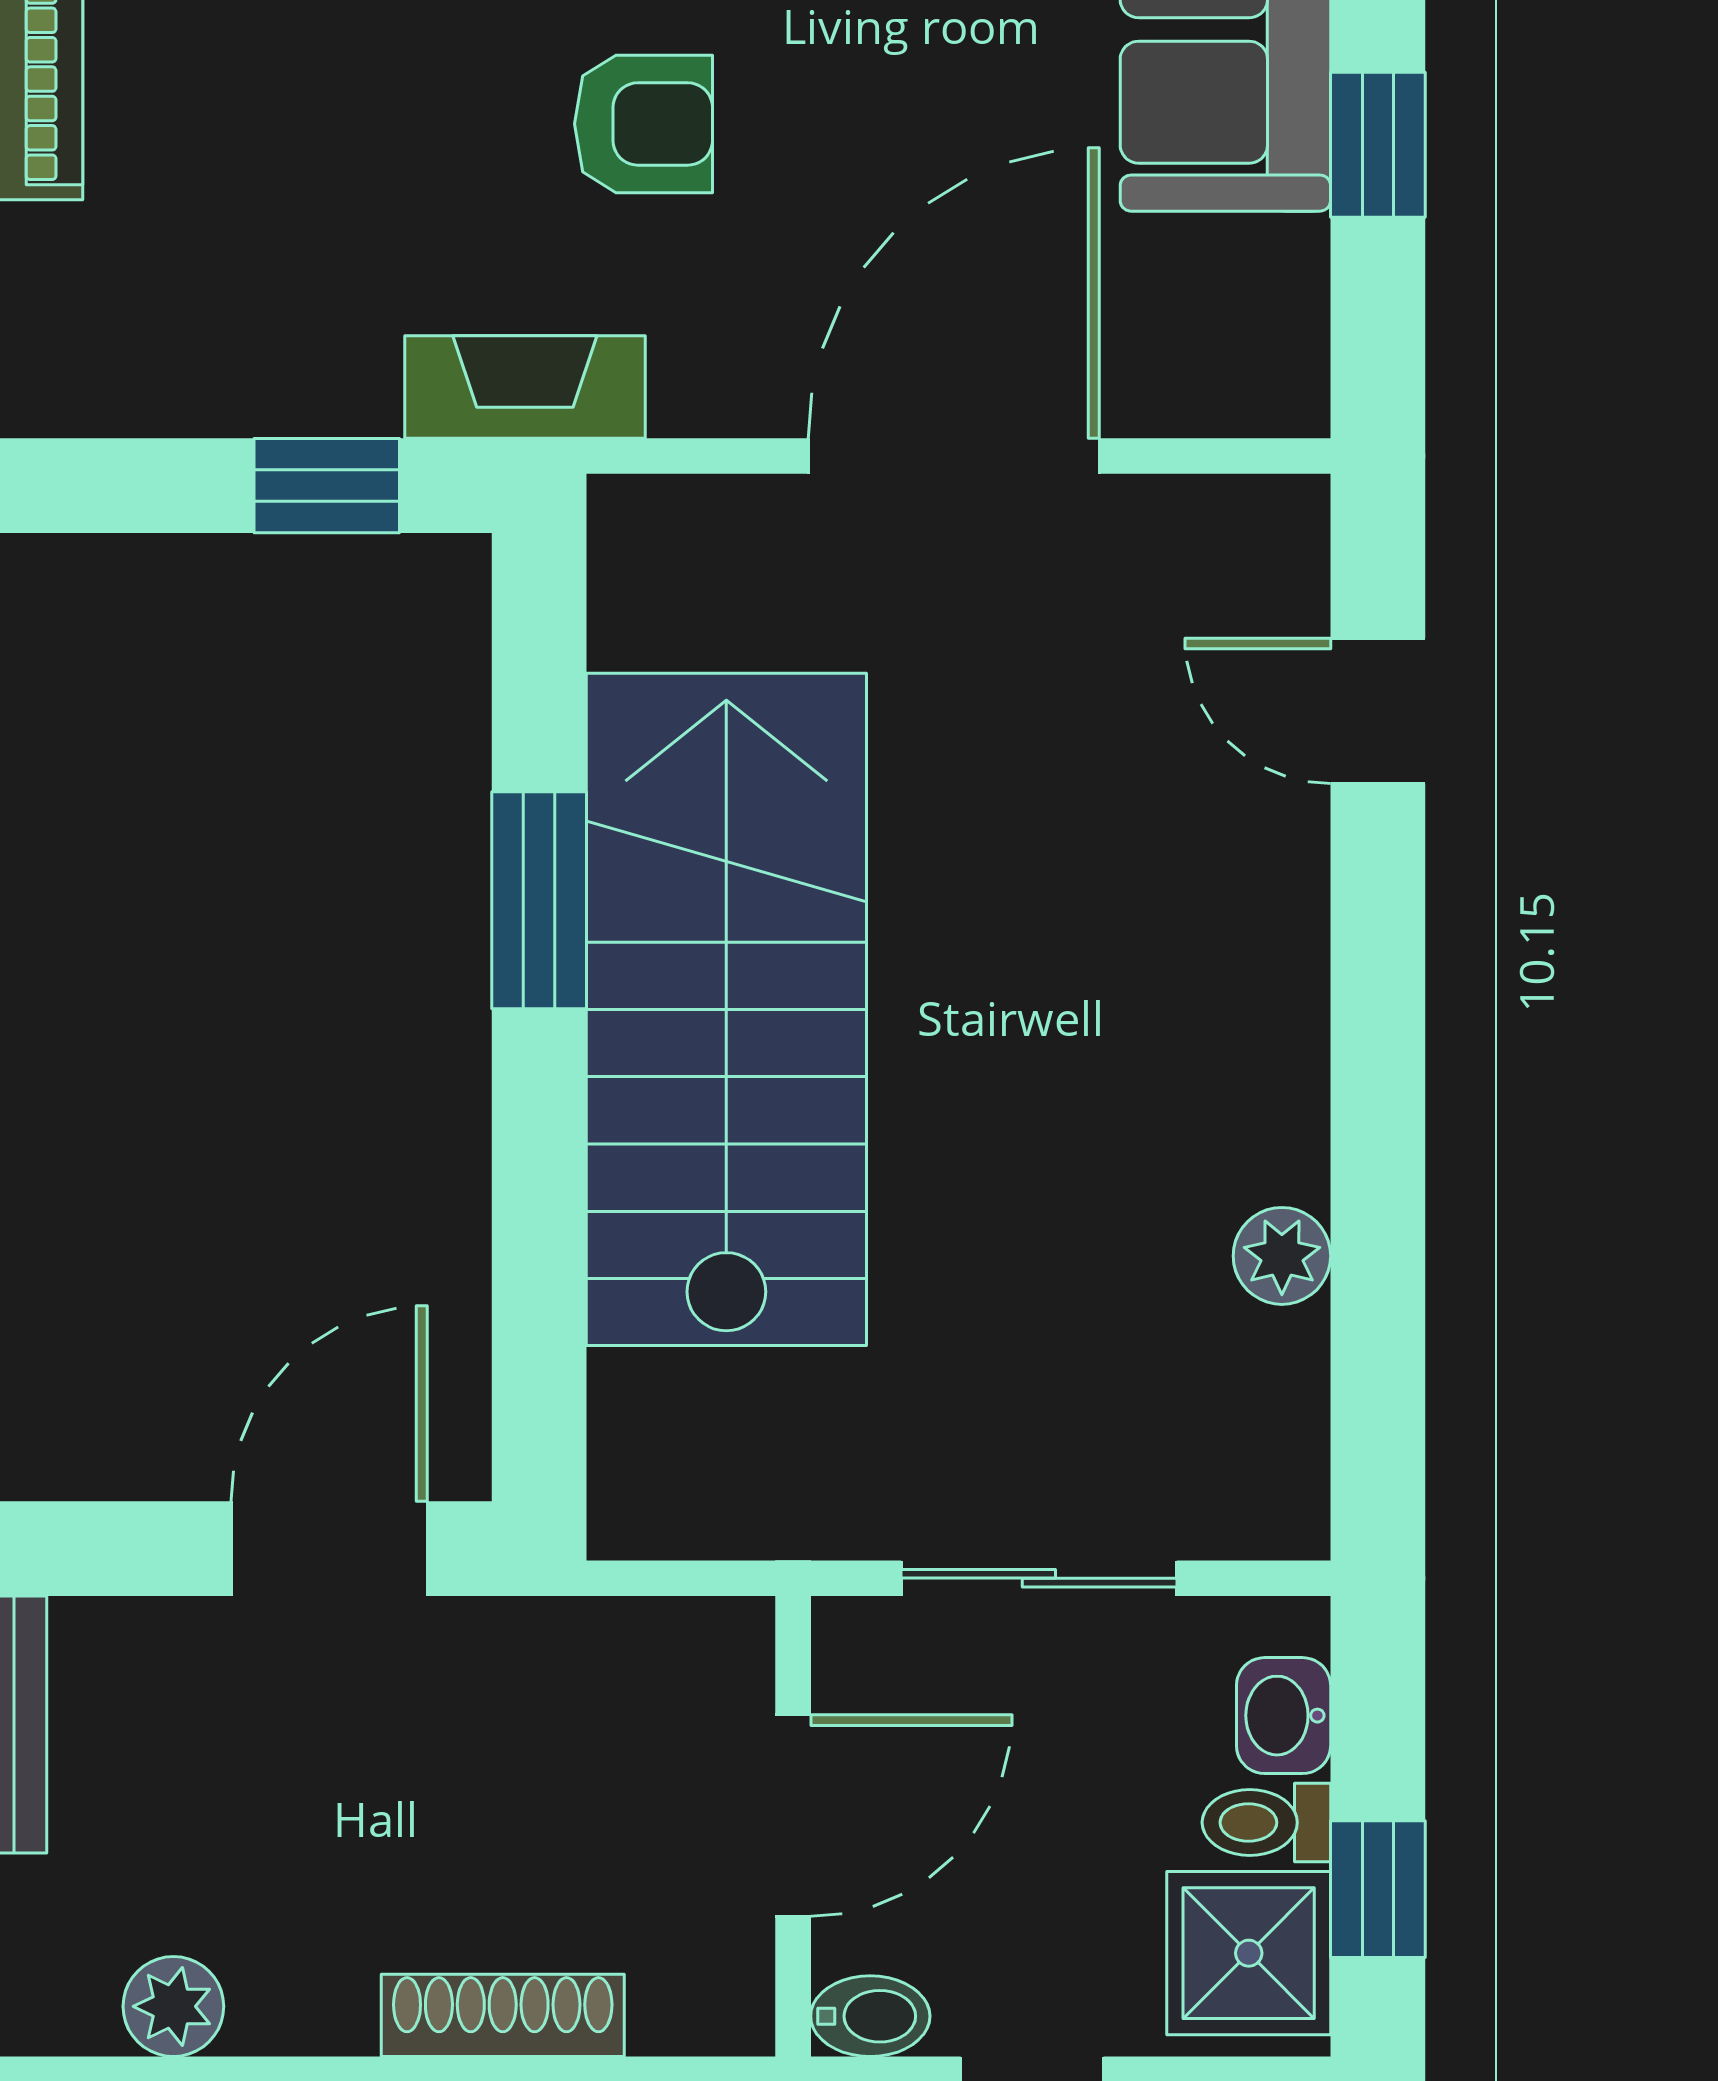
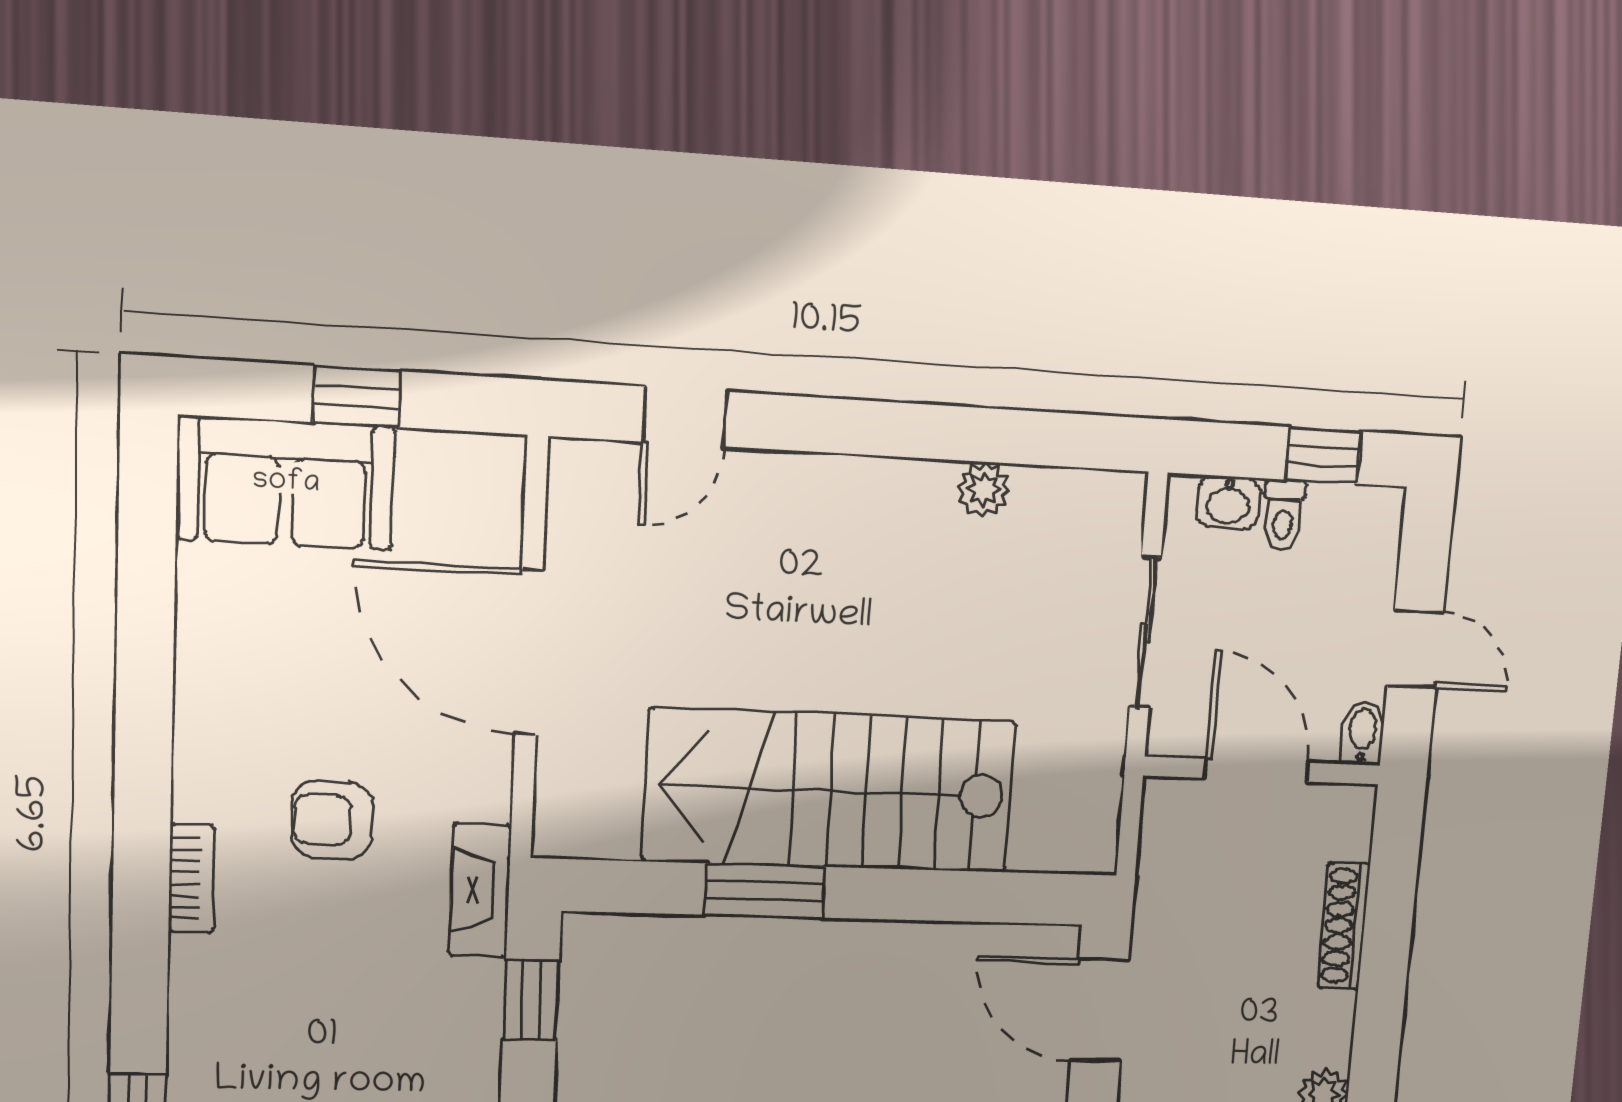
armchair: (643, 124) -> (332, 820), turned -90
shower: (1249, 1953) -> (1350, 528), removed

